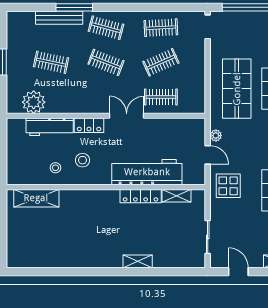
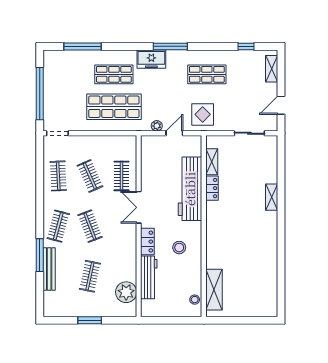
clothes rail: (106, 62) -> (90, 226), turned -42
stool: (56, 168) -> (195, 300), moved
locker: (141, 196) -> (212, 188), width x0.66

